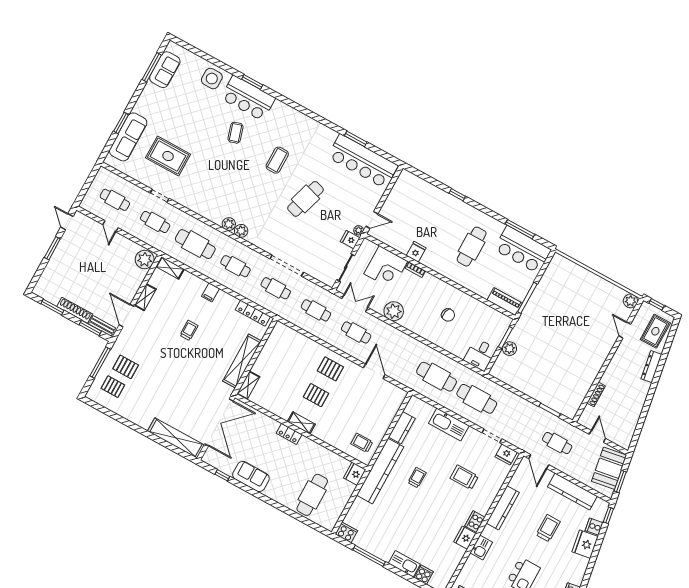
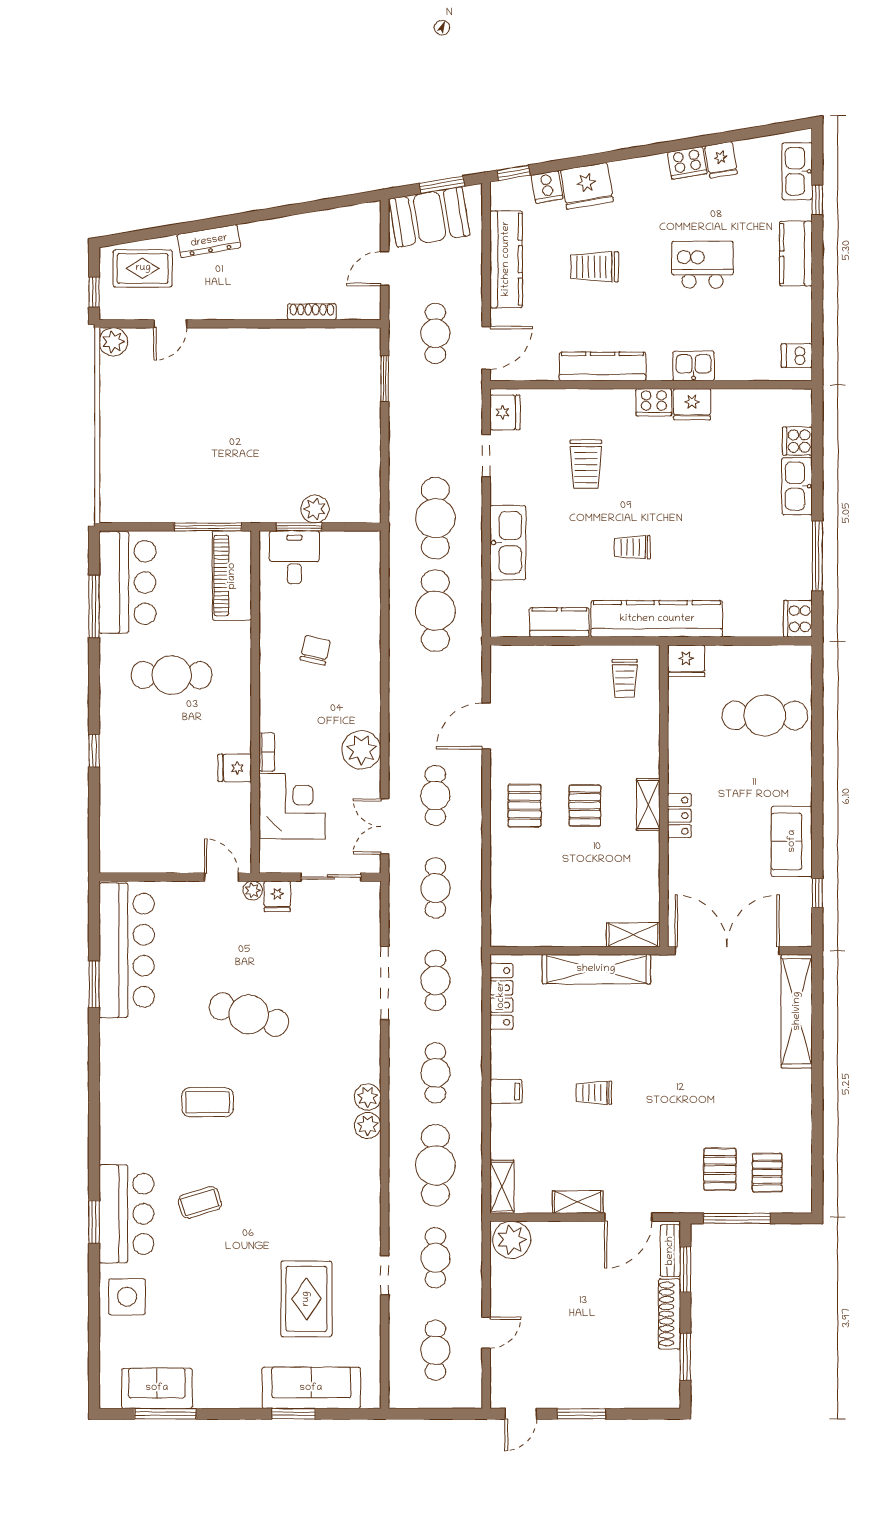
piano: (505, 302) -> (232, 576), width x1.37, depth x1.33
desk: (480, 355) -> (294, 557), moved, turned -90

